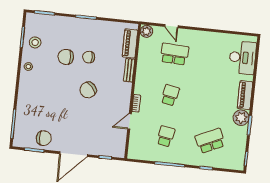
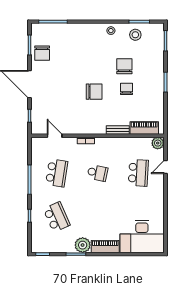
desk: (243, 58) -> (142, 237), width x1.36, depth x1.30
chair: (88, 90) -> (94, 92), turned 132
door: (129, 121) -> (55, 136), moved
school desk: (166, 136) -> (57, 173), width x1.85

